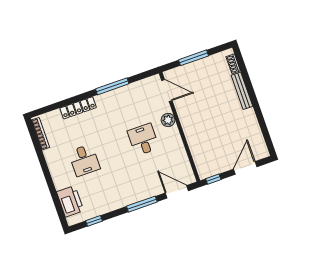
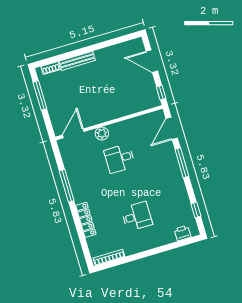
window: (194, 58) -> (40, 95), moved
printer: (70, 201) -> (182, 233), width x0.53, depth x0.68

